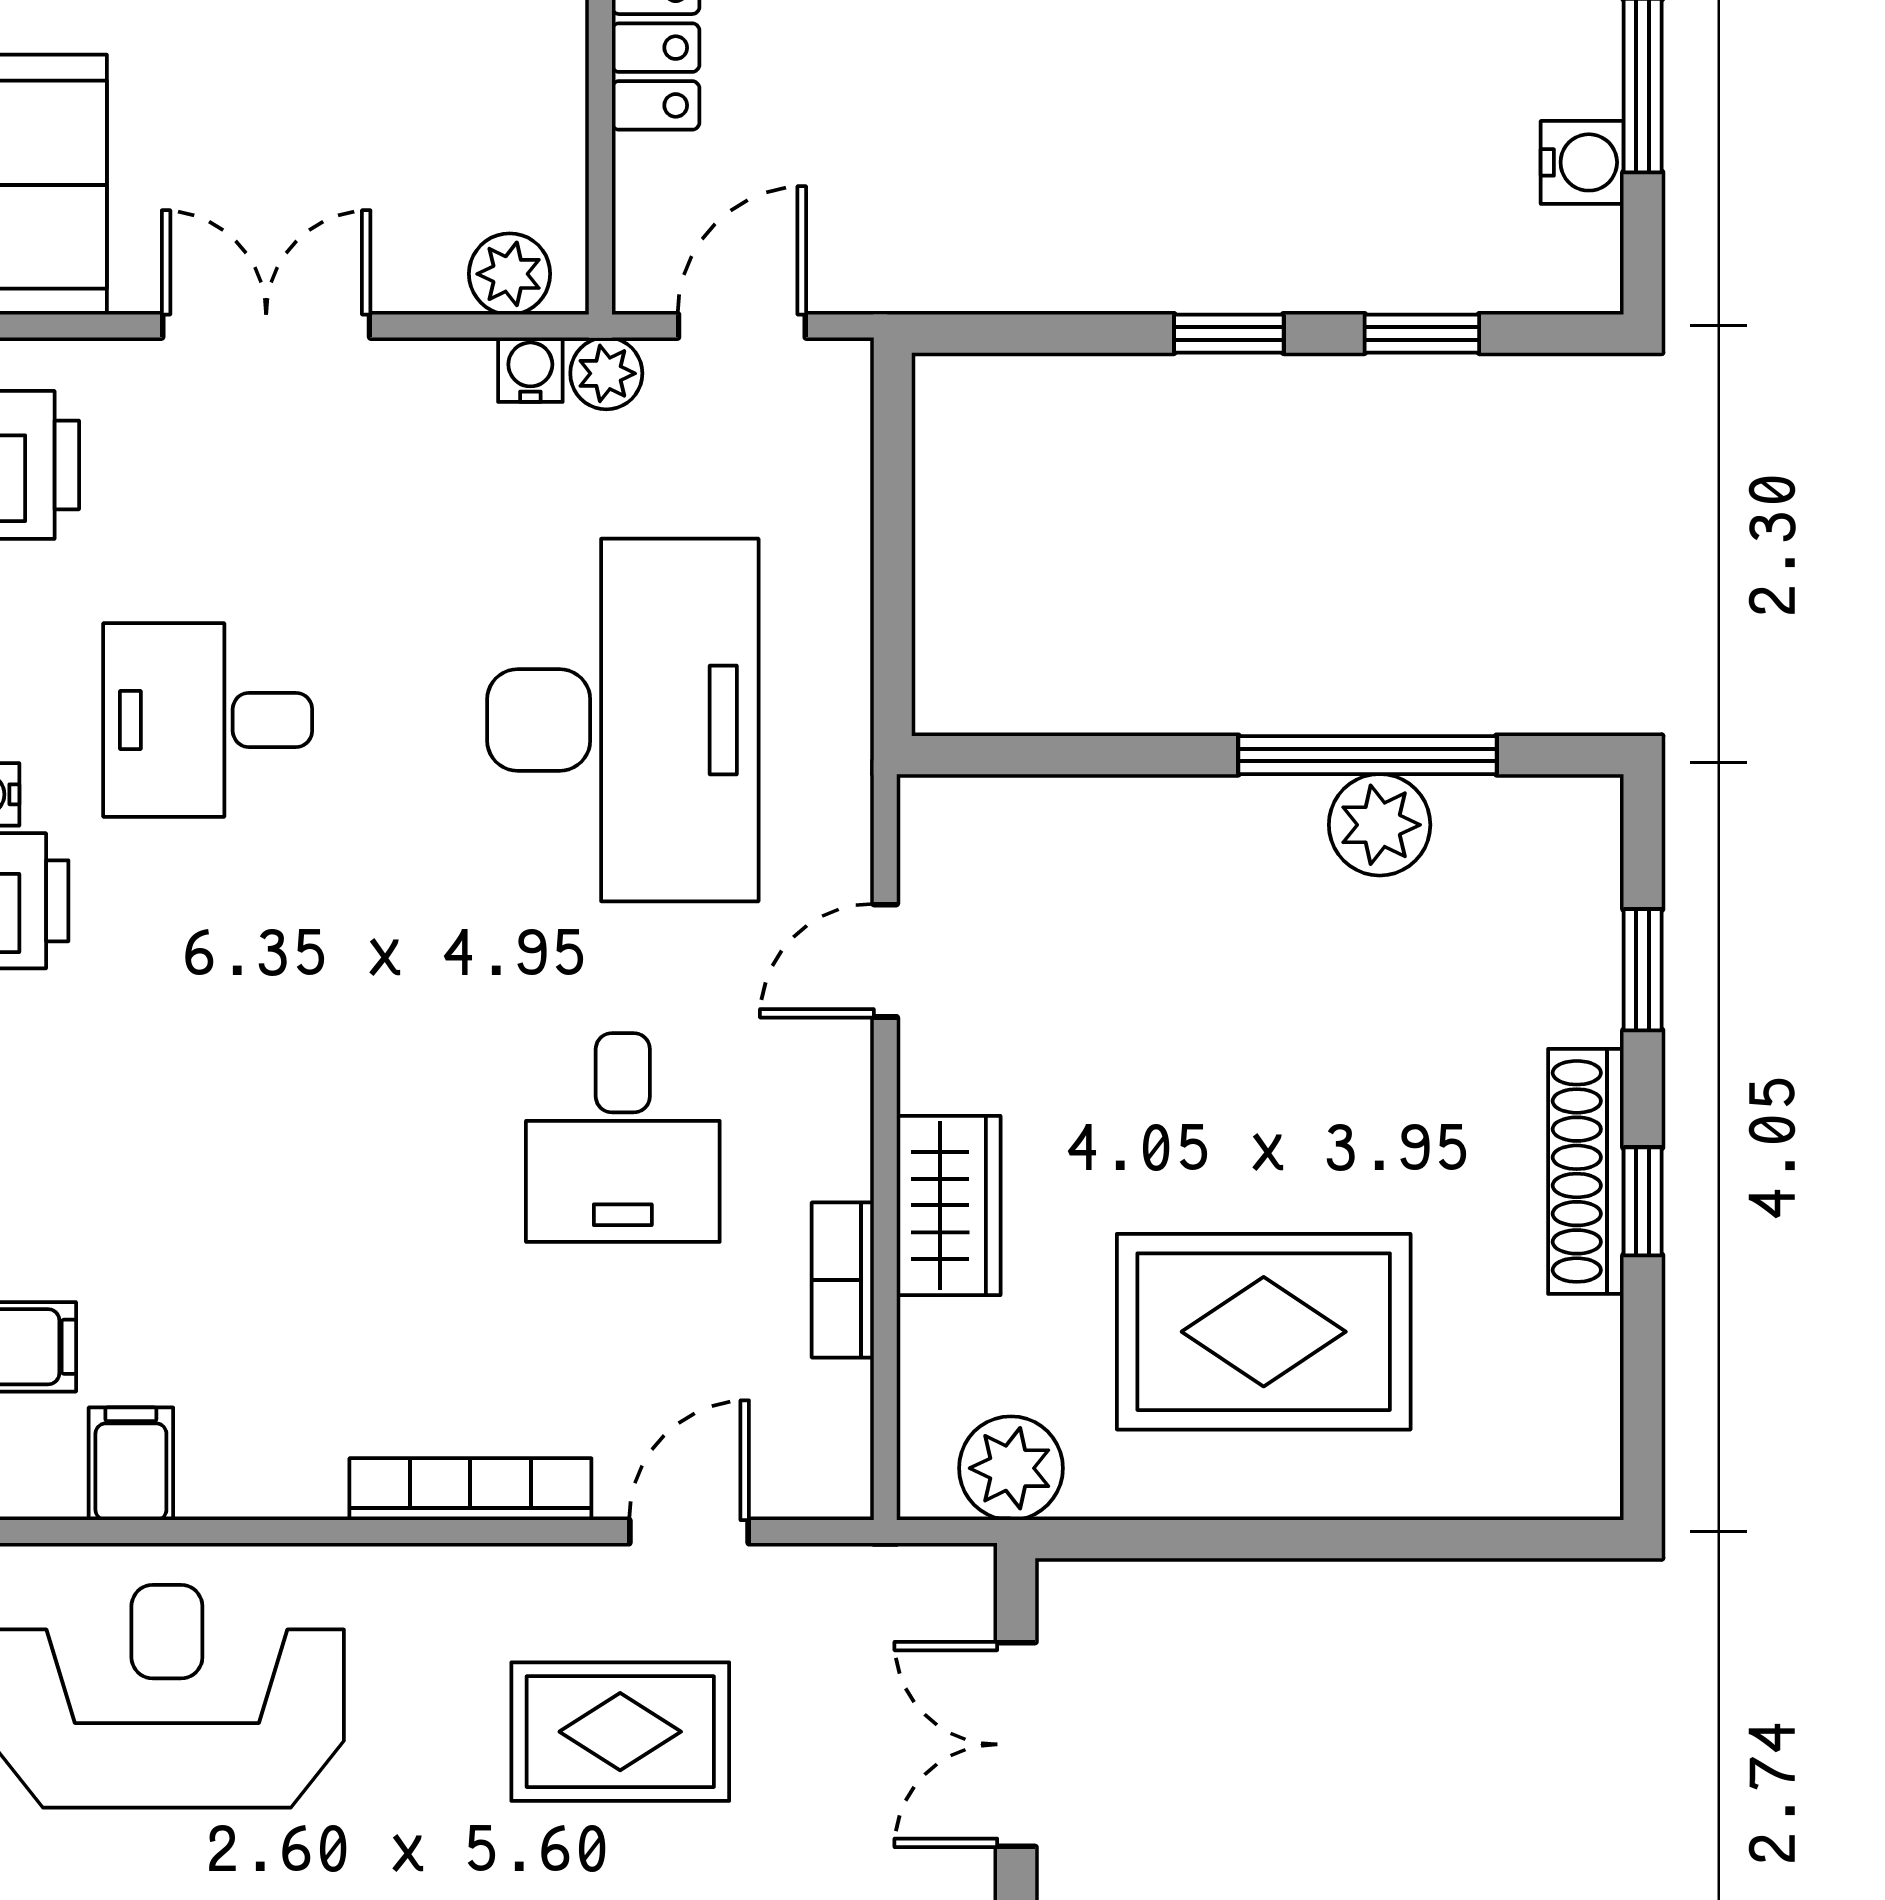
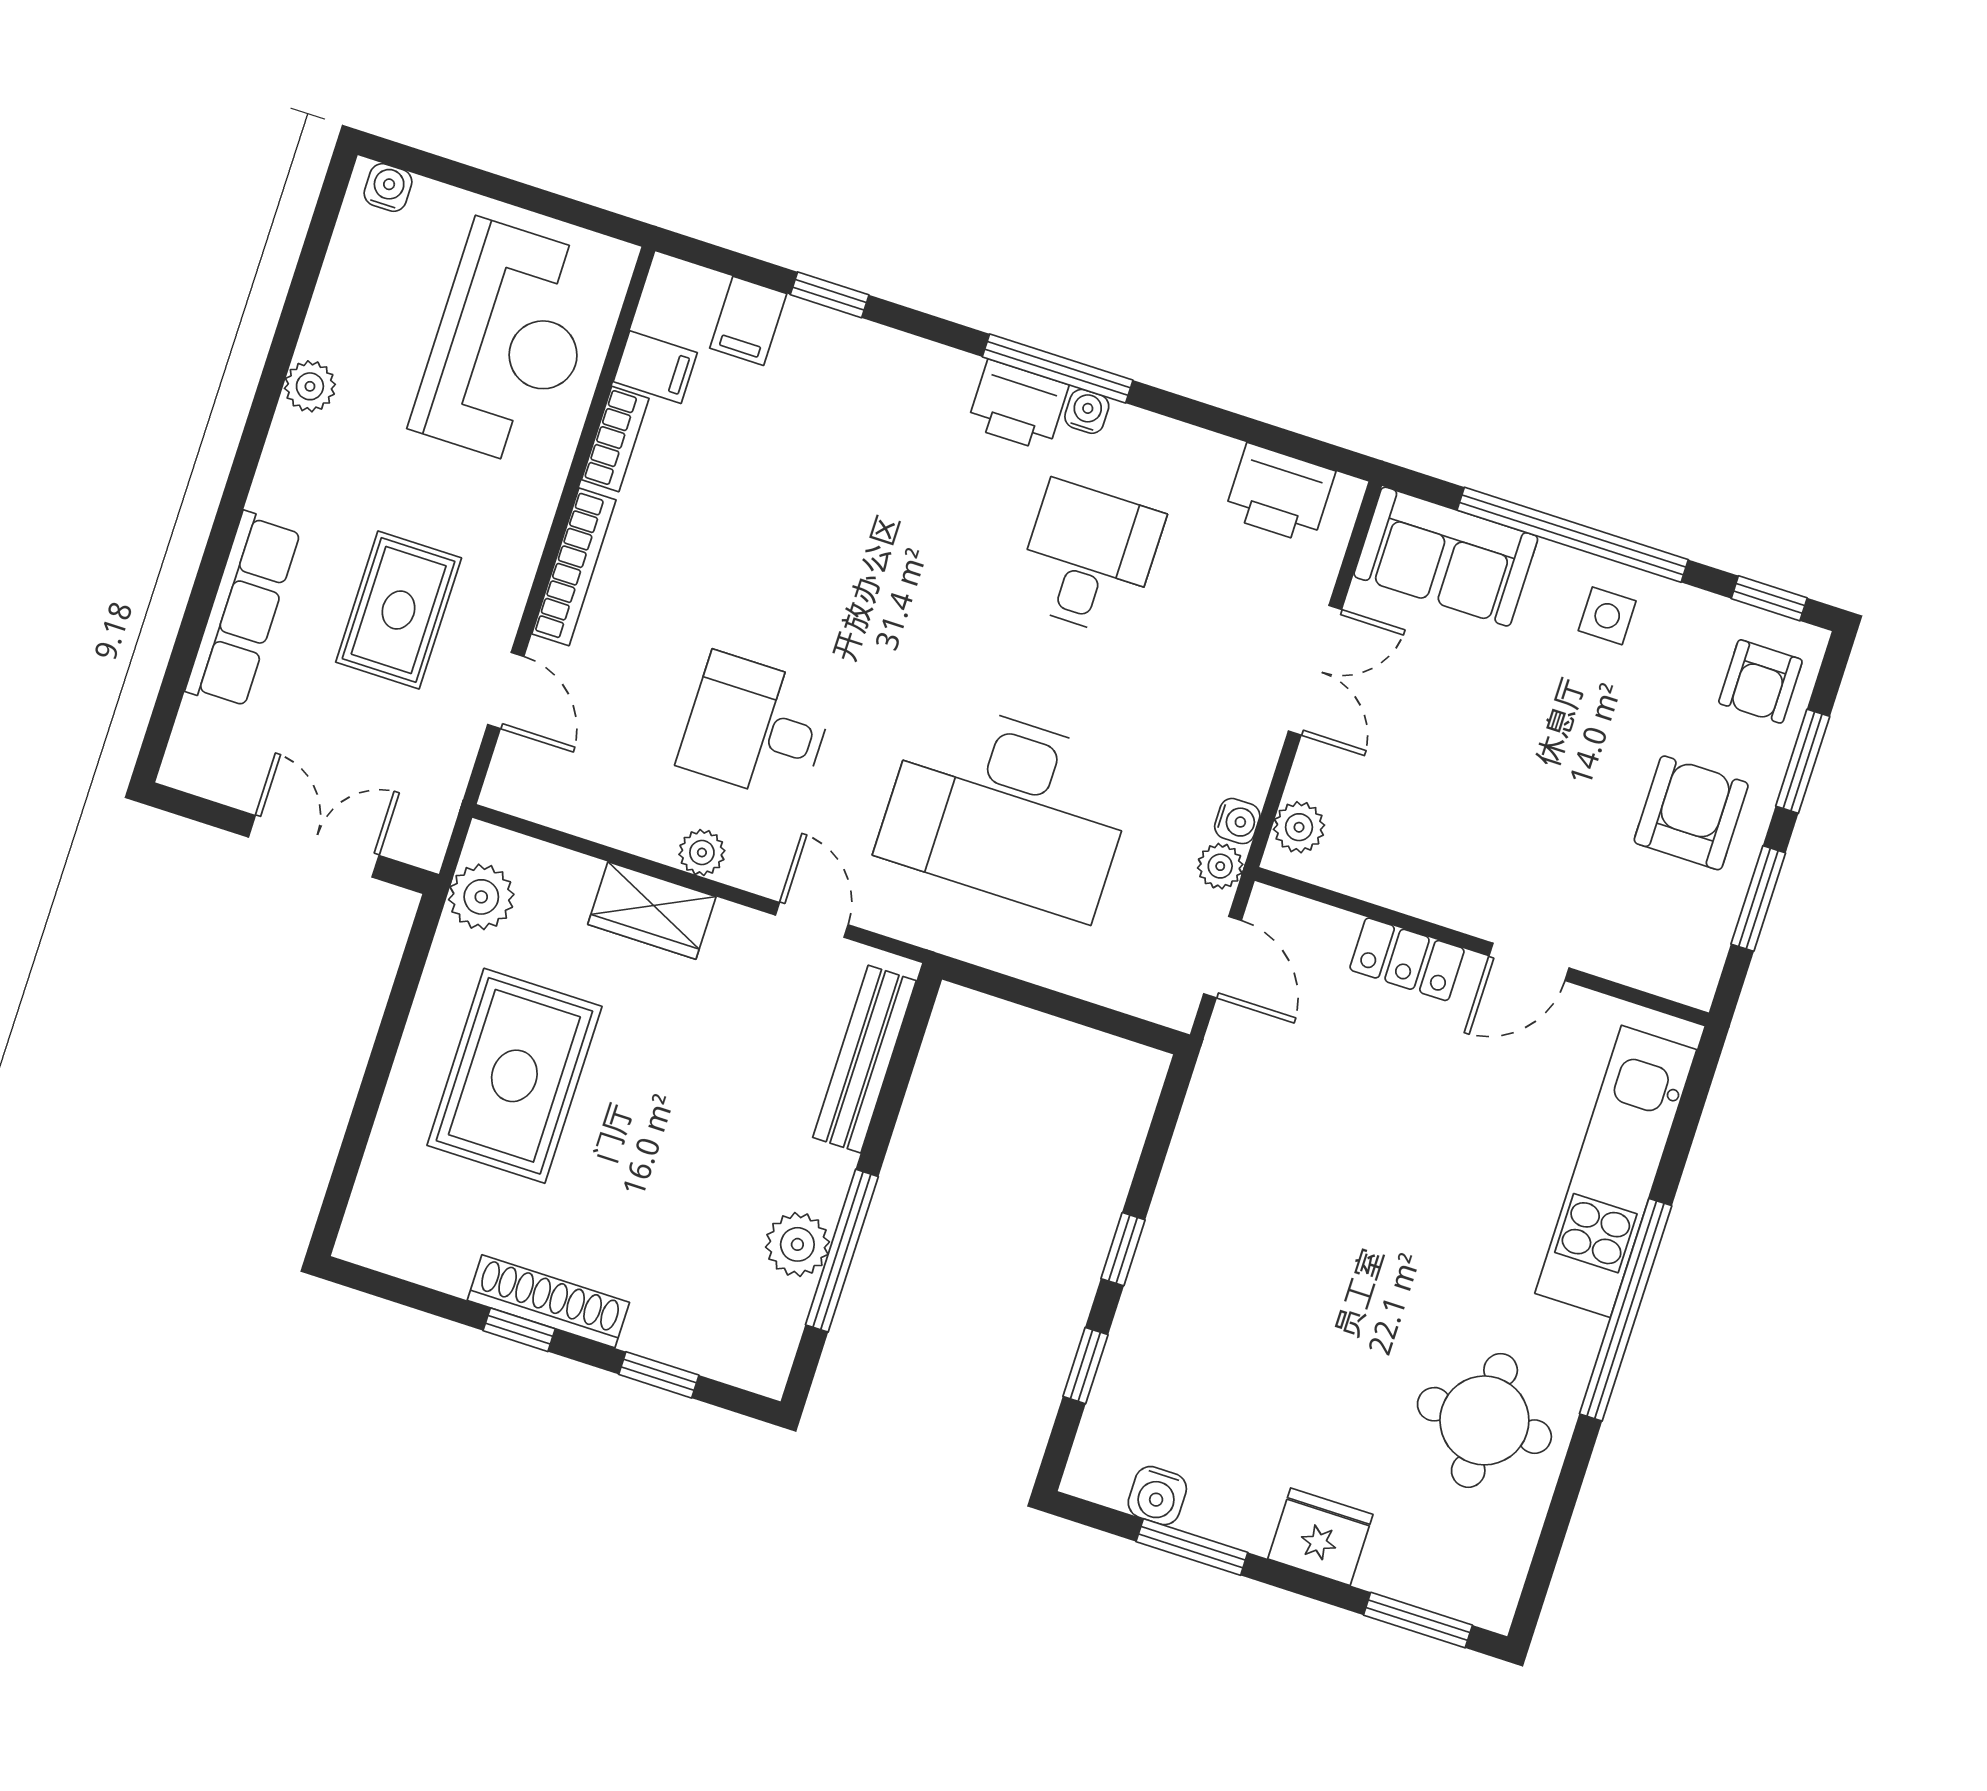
bench: (1069, 814) -> (864, 1059), added
plant: (837, 1158) -> (702, 853), added
bookcase: (843, 1280) -> (615, 439), moved, turned 90

